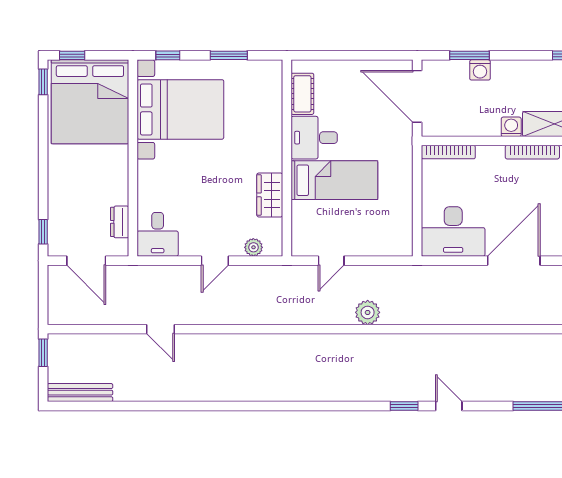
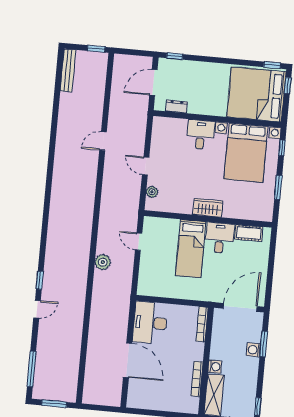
wardrobe: (270, 195) -> (208, 208), moved
desk: (158, 234) -> (201, 135), moved, turned 90
door: (160, 329) -> (103, 141), moved

